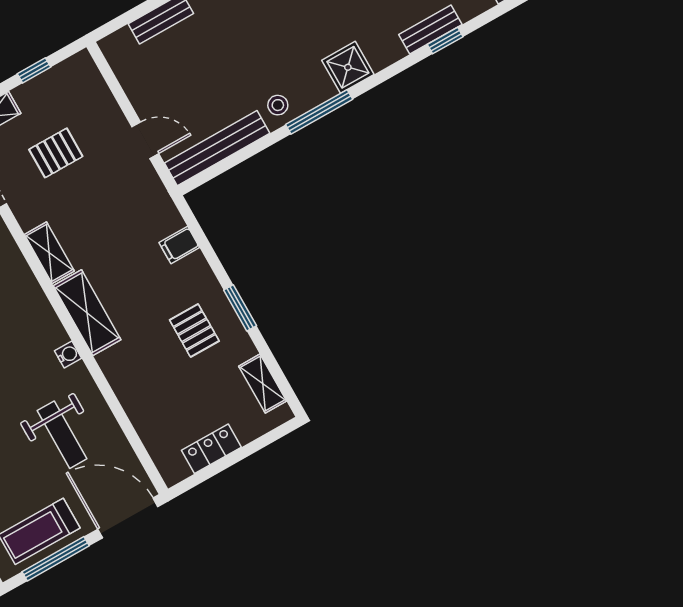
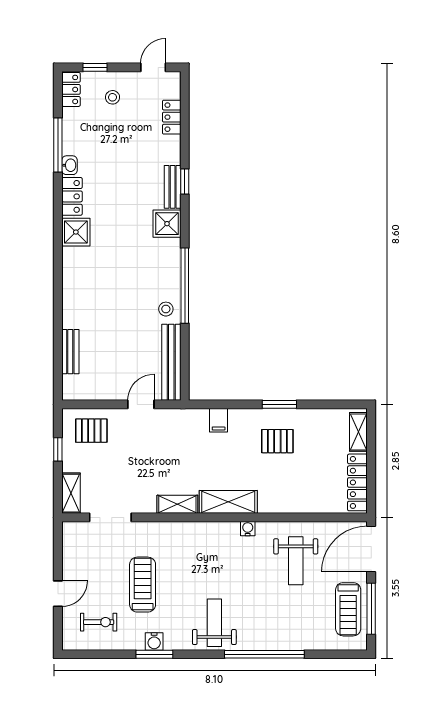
shower: (348, 67) -> (167, 224), moved
window: (319, 112) -> (185, 286), width x1.46
pallet: (56, 153) -> (91, 431), moved, turned 90
shelving: (263, 384) -> (358, 432), moved, turned 90
weight bench: (62, 435) -> (296, 561), turned 90
locker: (211, 449) -> (357, 482), width x1.53

